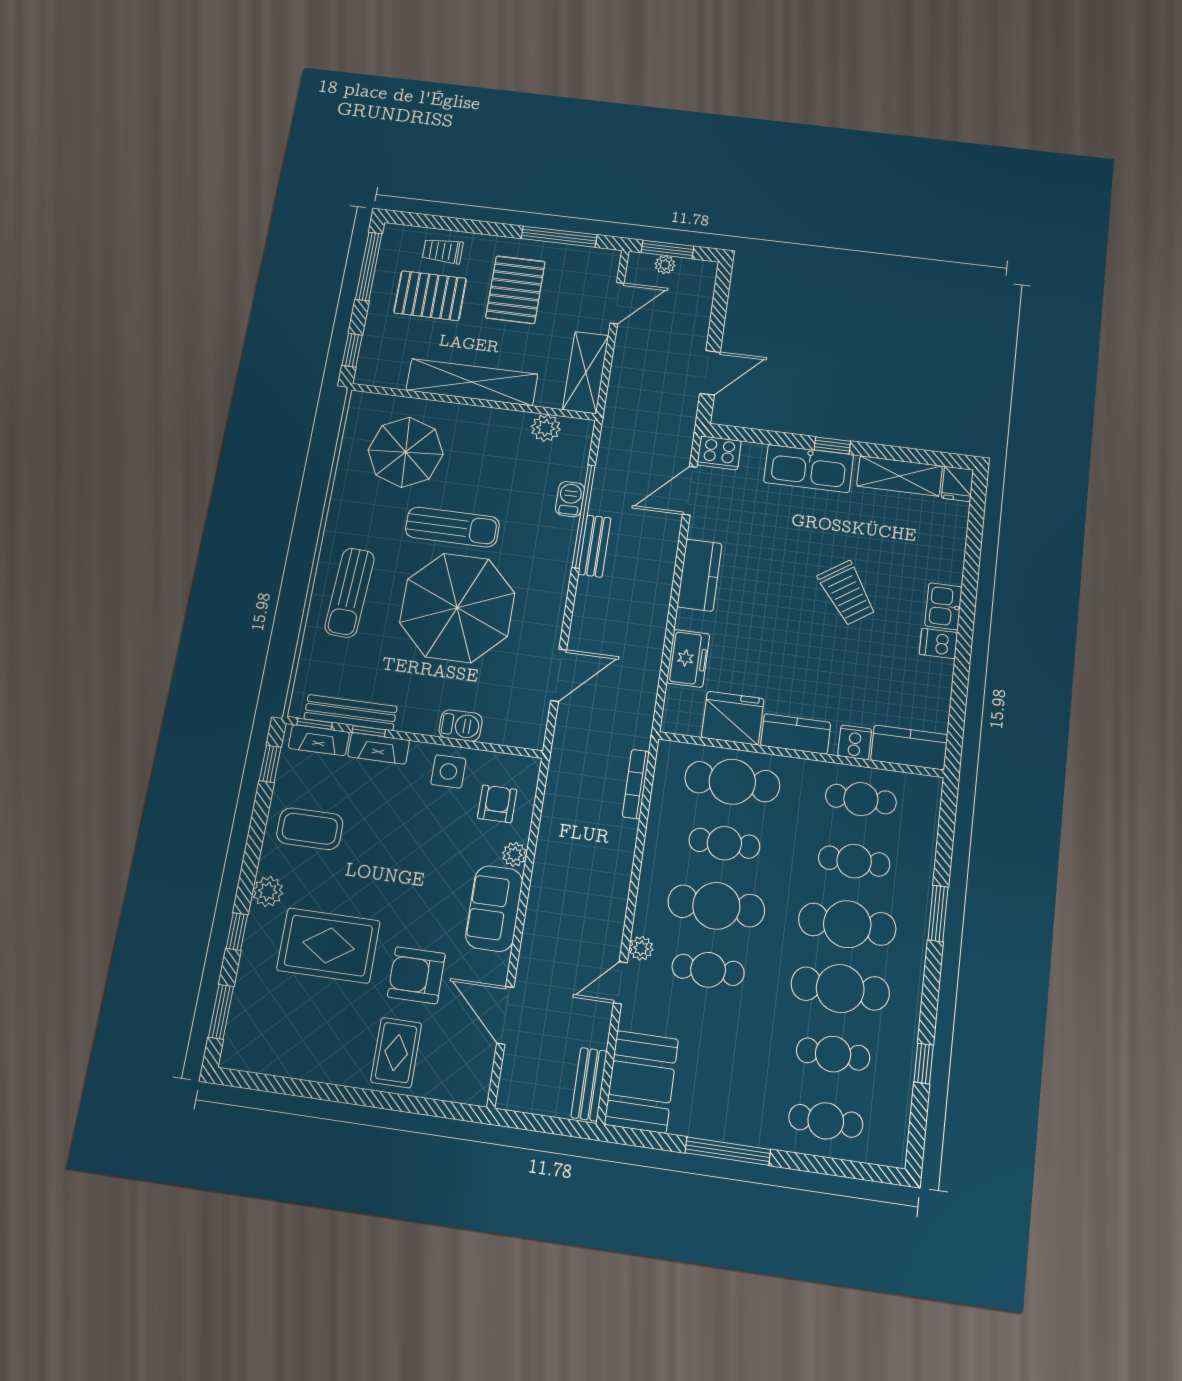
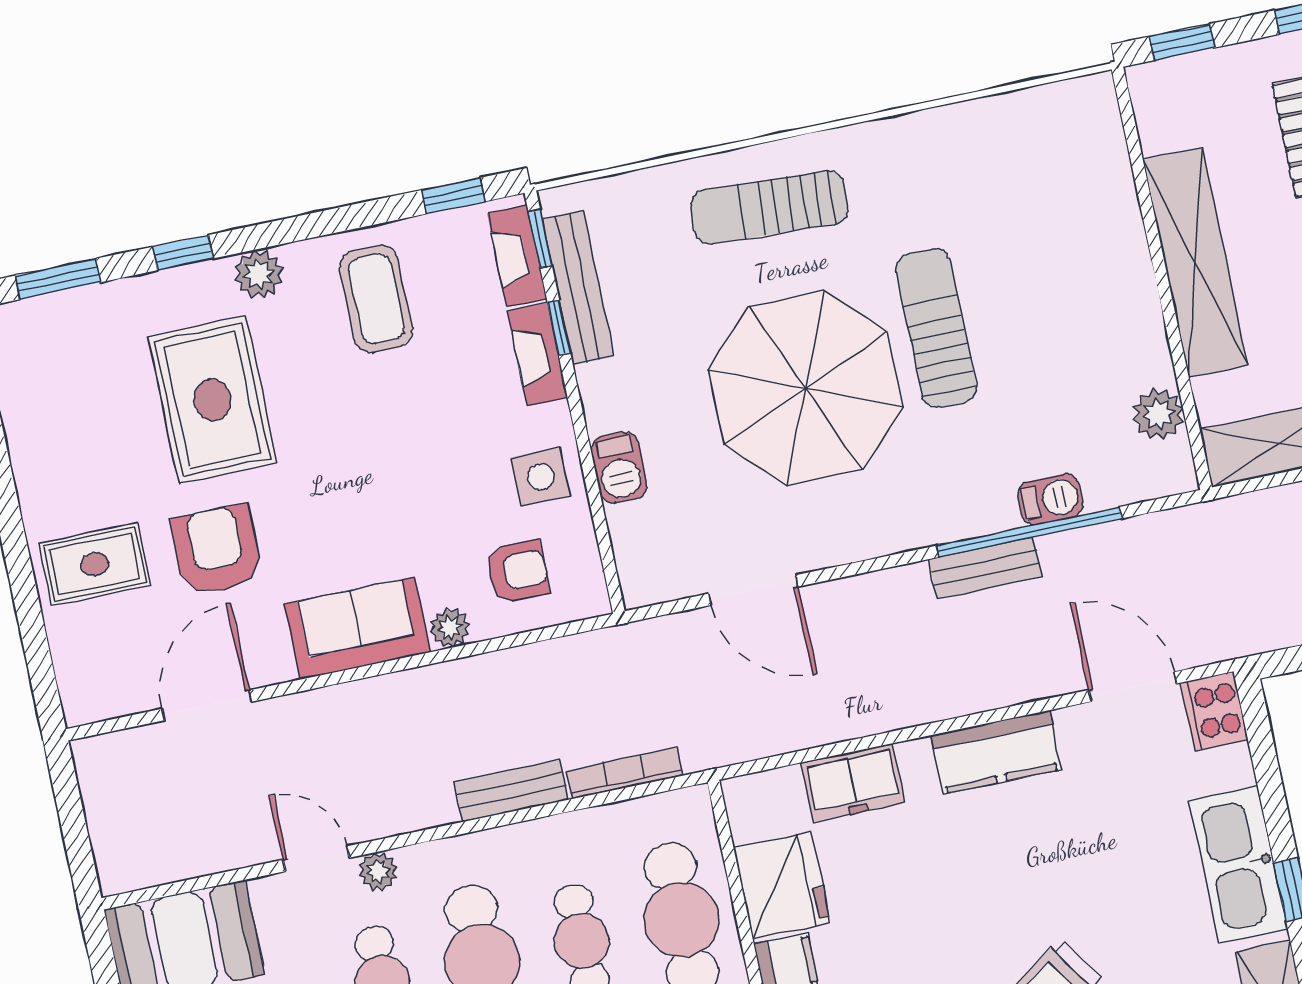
parasol: (406, 452) -> (1036, 202), removed
sun lounger: (452, 527) -> (936, 328), turned 180
bench: (589, 1084) -> (511, 791), moved

